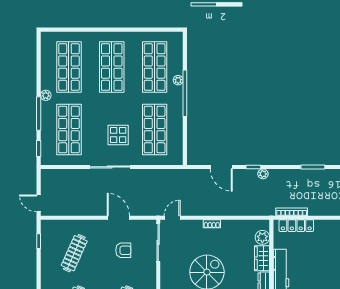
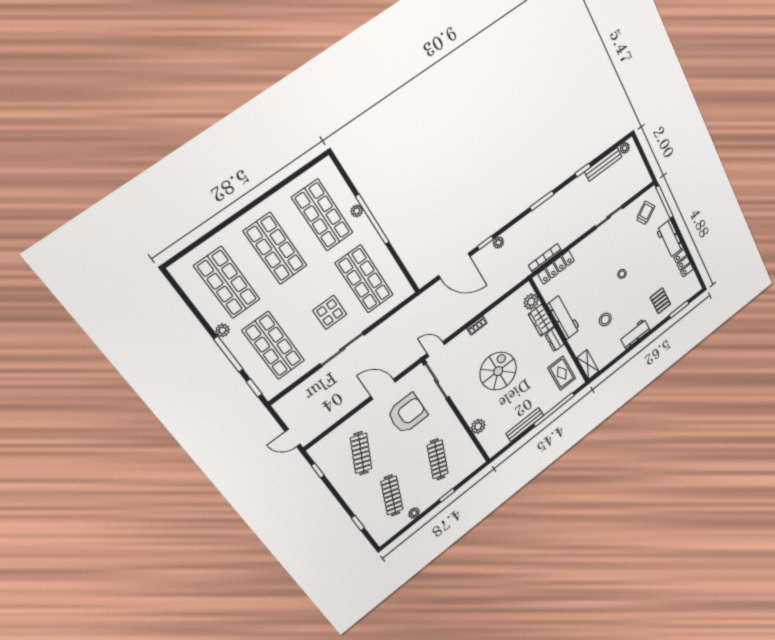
door: (221, 167) -> (454, 266), width x1.36
door: (172, 218) -> (436, 349), hinge flipped
armchair: (123, 250) -> (407, 414), width x1.88, depth x1.88

